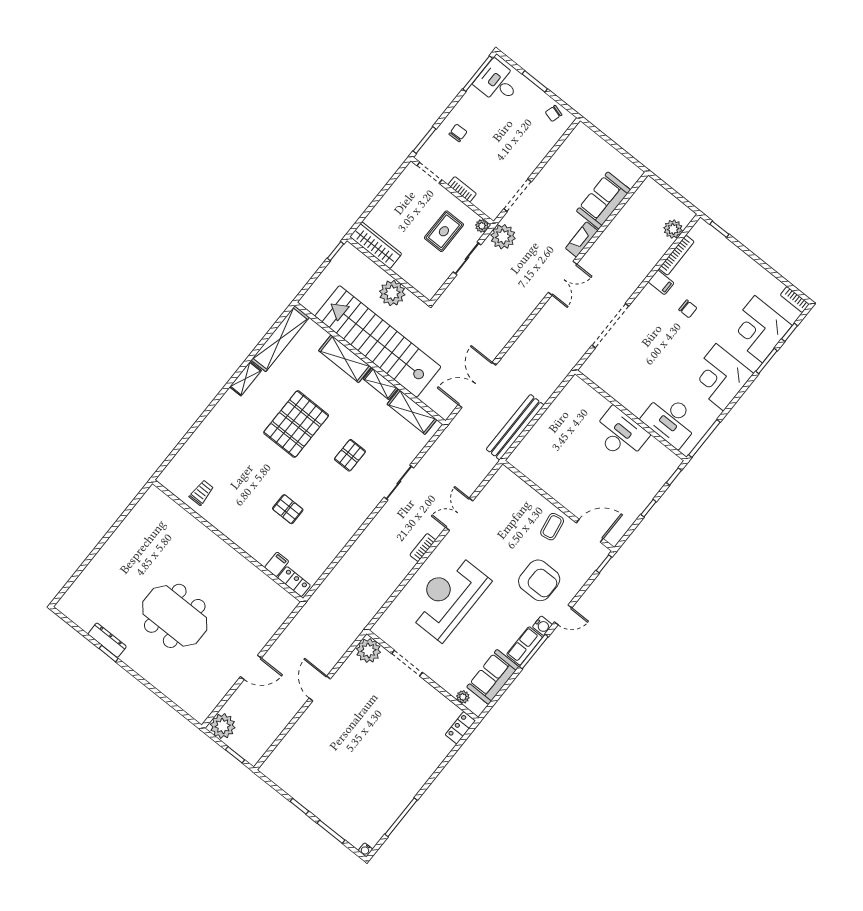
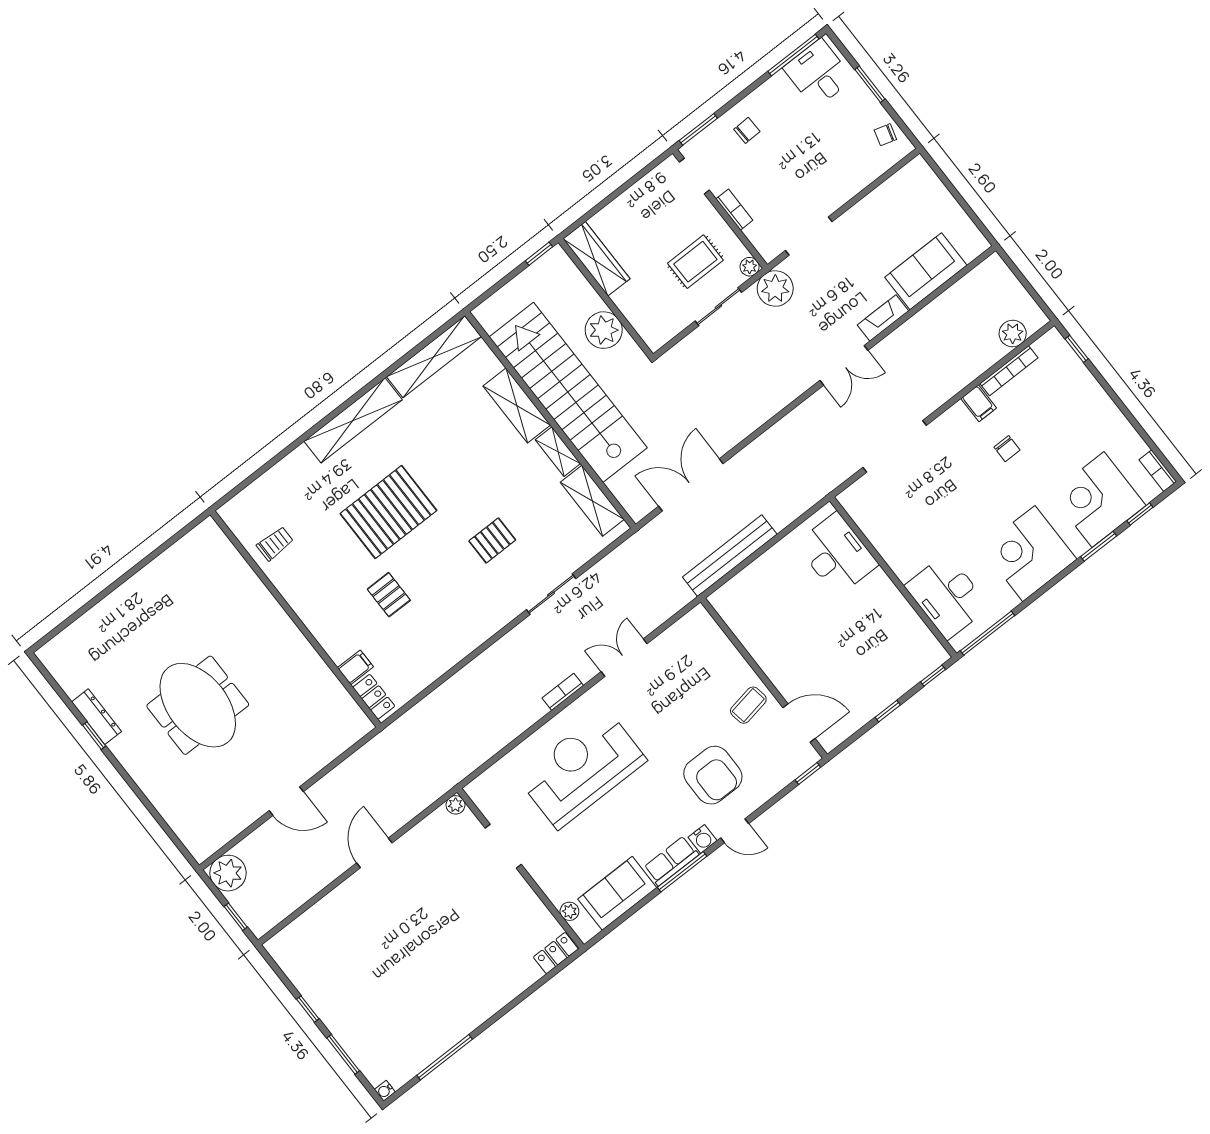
shelving: (245, 379) -> (353, 420), width x2.20, depth x1.33
pallet: (296, 424) -> (388, 512), moved
desk: (620, 434) -> (837, 554), moved
plant: (368, 651) -> (455, 805), width x0.53, depth x0.53

